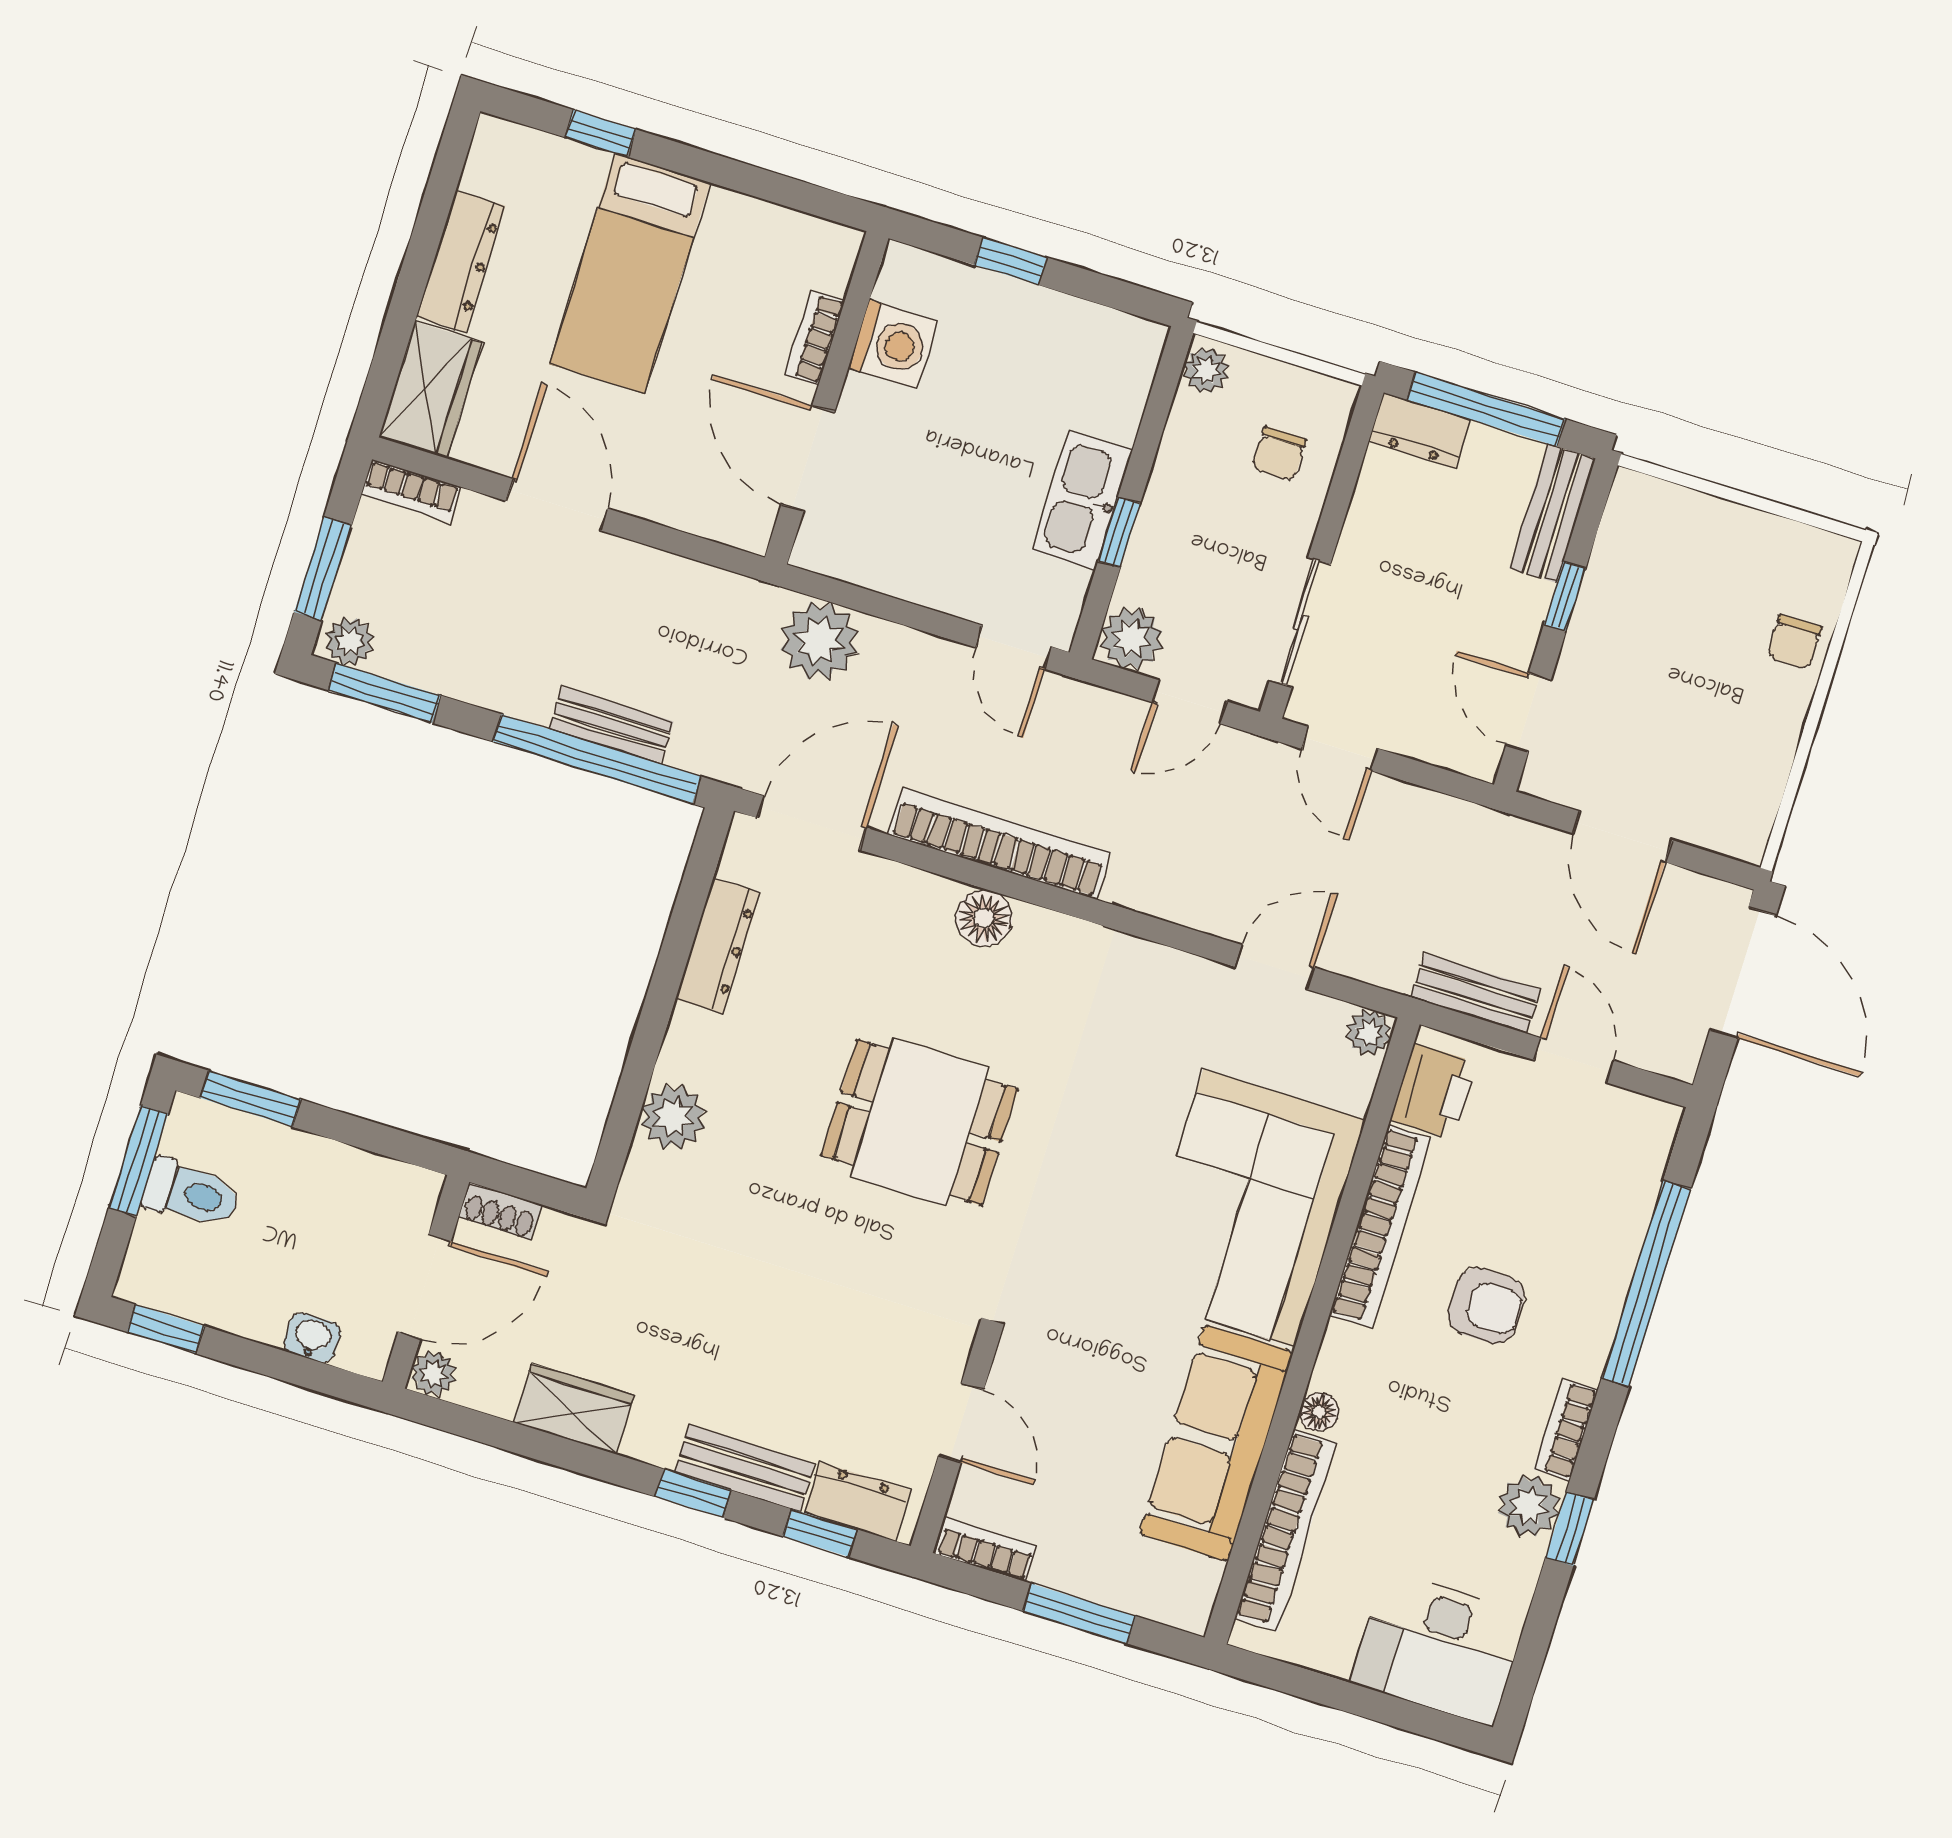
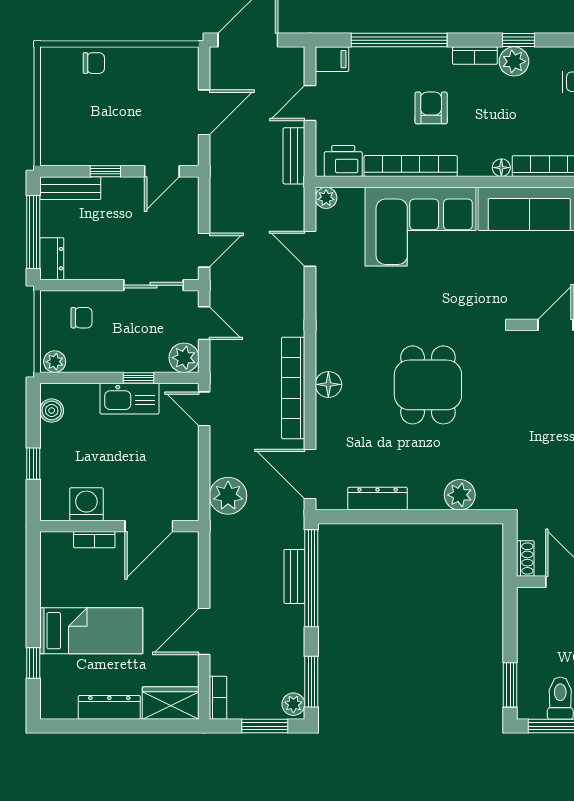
boiler: (1108, 333) -> (52, 411), added
door: (1013, 647) -> (204, 409), swing flipped
filing cabinet: (1650, 1133) -> (332, 59), added

